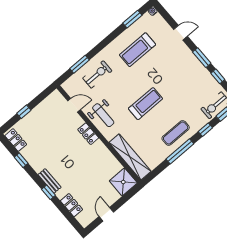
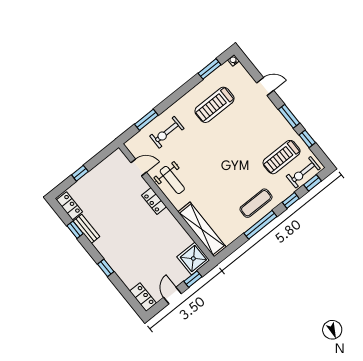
exercise bike: (97, 74) -> (167, 132), turned 180
treadmill: (146, 104) -> (282, 157), moved, turned 180
bench: (49, 181) -> (87, 229), moved
window: (123, 200) -> (193, 279), added
locker: (71, 205) -> (143, 297), moved

